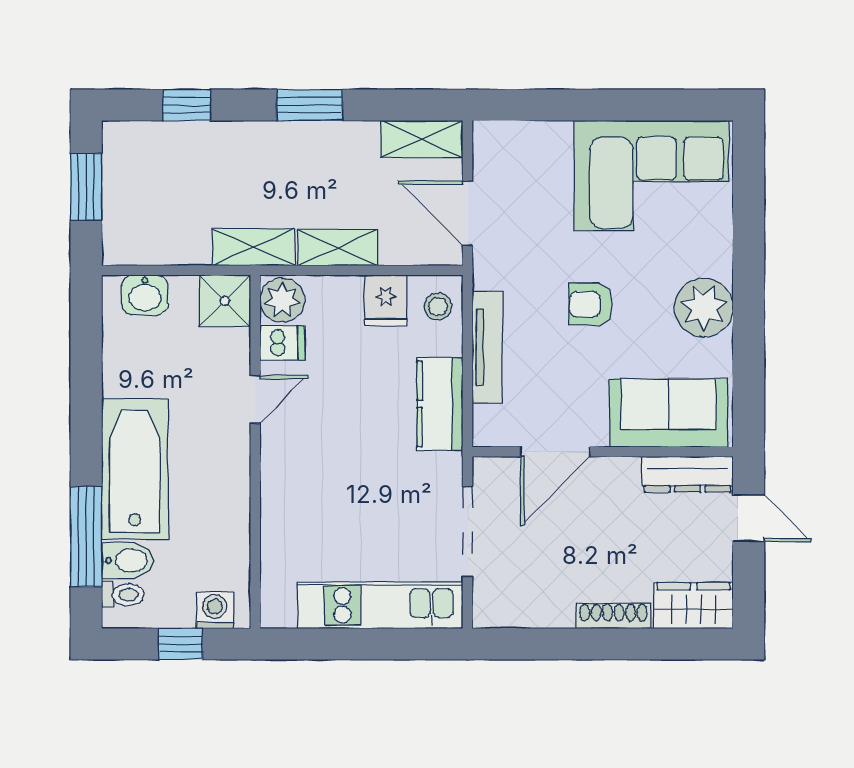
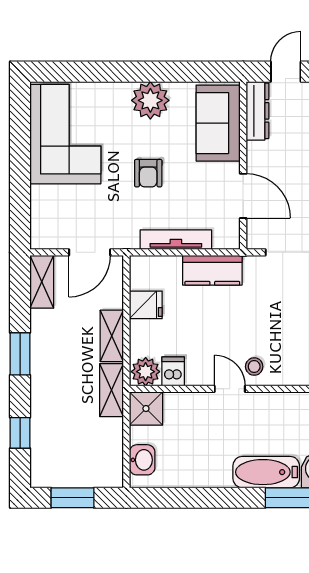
stool: (438, 307) -> (254, 367), moved
door: (255, 399) -> (230, 389), moved
bathtub: (135, 469) -> (266, 472), width x0.73, depth x0.73

